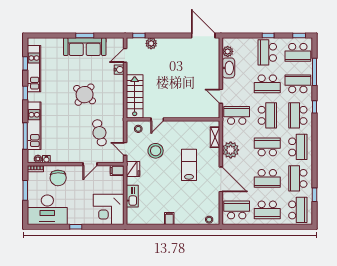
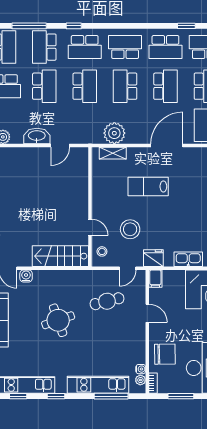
washbasin: (228, 68) -> (37, 136), moved
round table: (85, 95) -> (58, 320), turned 32
school desk: (237, 115) -> (85, 125), removed
school desk: (267, 115) -> (85, 86), turned 90
plant: (231, 150) -> (114, 133), moved

